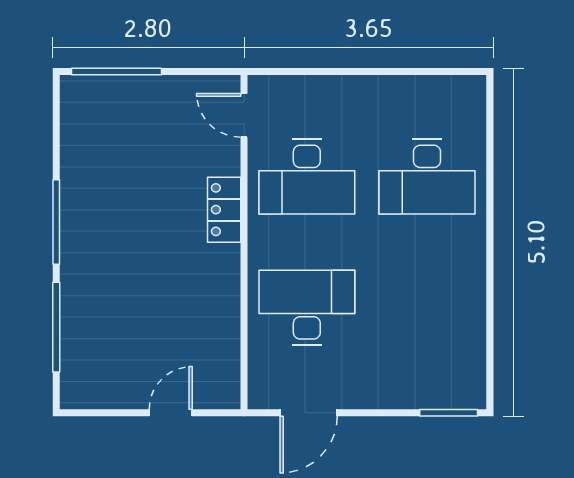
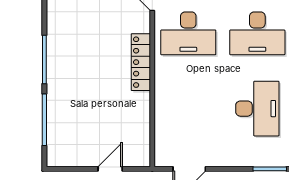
locker: (224, 210) -> (141, 62), width x1.53
desk: (307, 308) -> (257, 109), moved, turned 90

